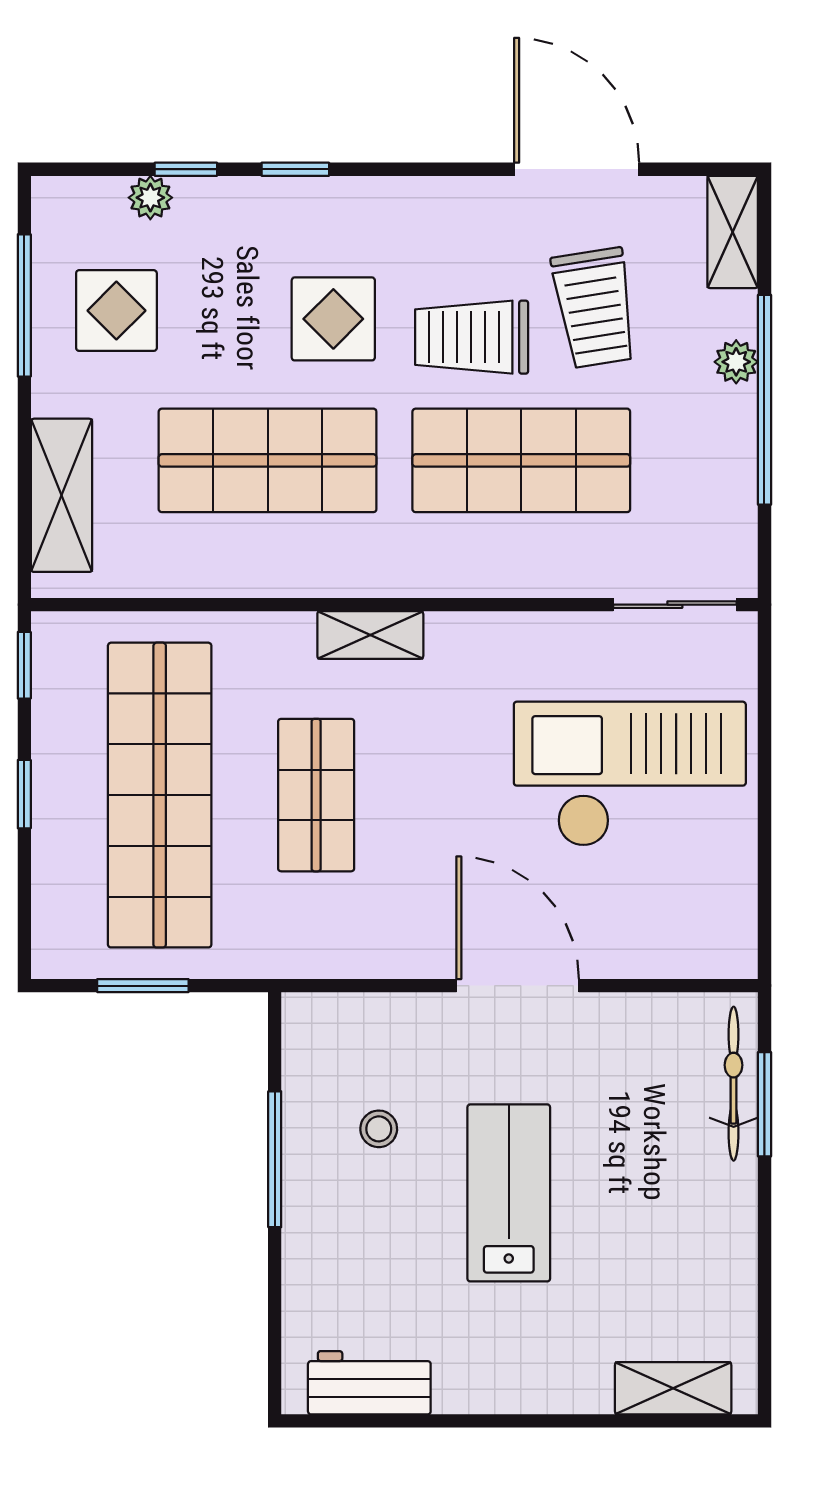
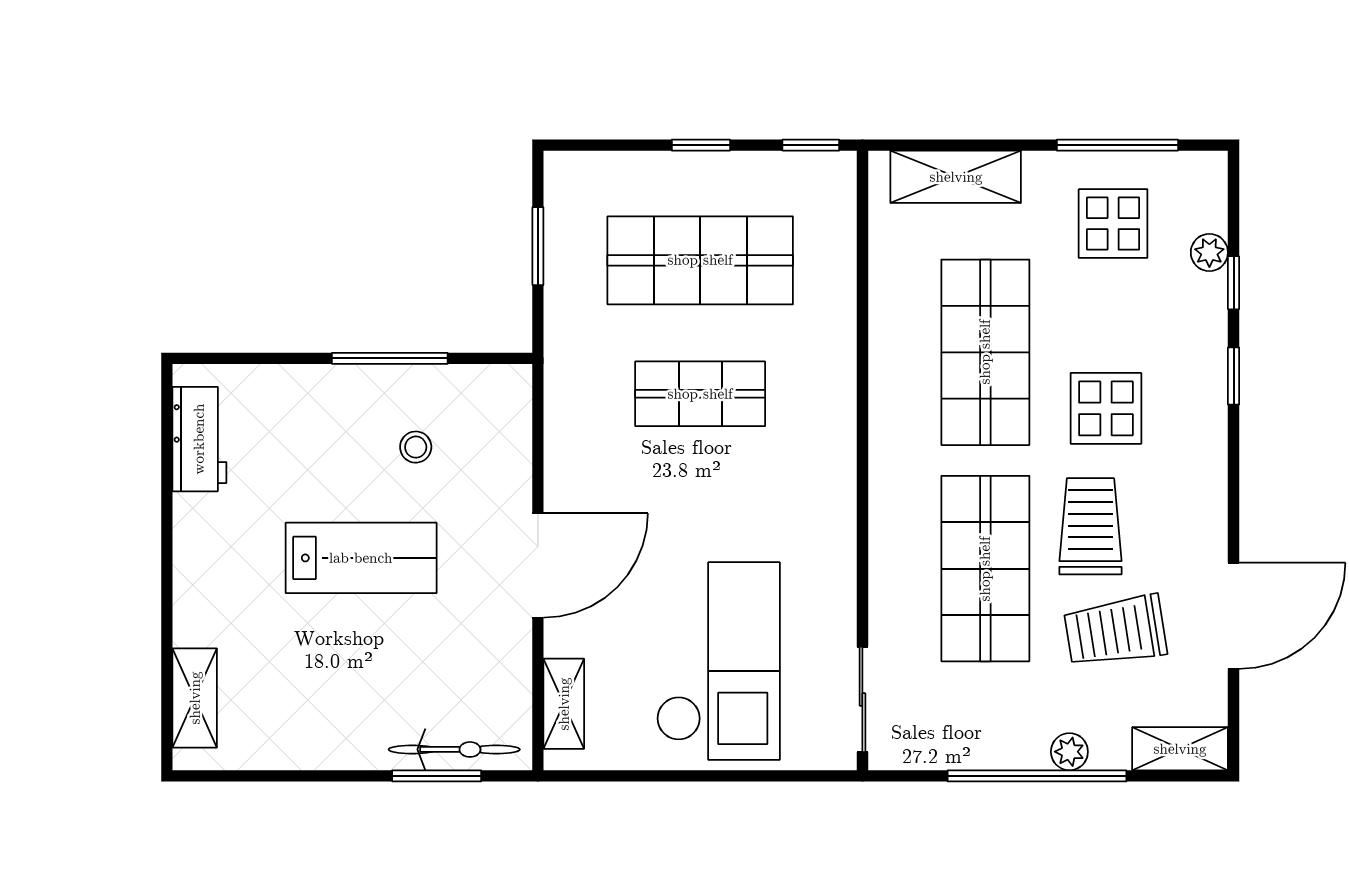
shelving: (370, 635) -> (564, 704), moved
shop shelf: (160, 795) -> (700, 260), width x0.71

